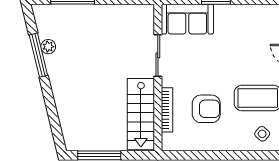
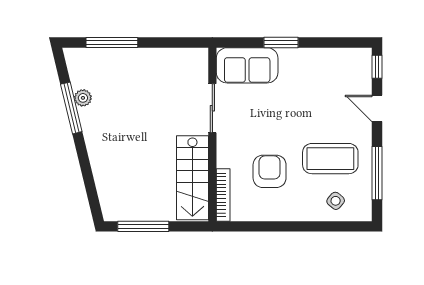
armchair: (206, 109) -> (270, 171), turned -90
bookcase: (167, 110) -> (223, 195), moved

